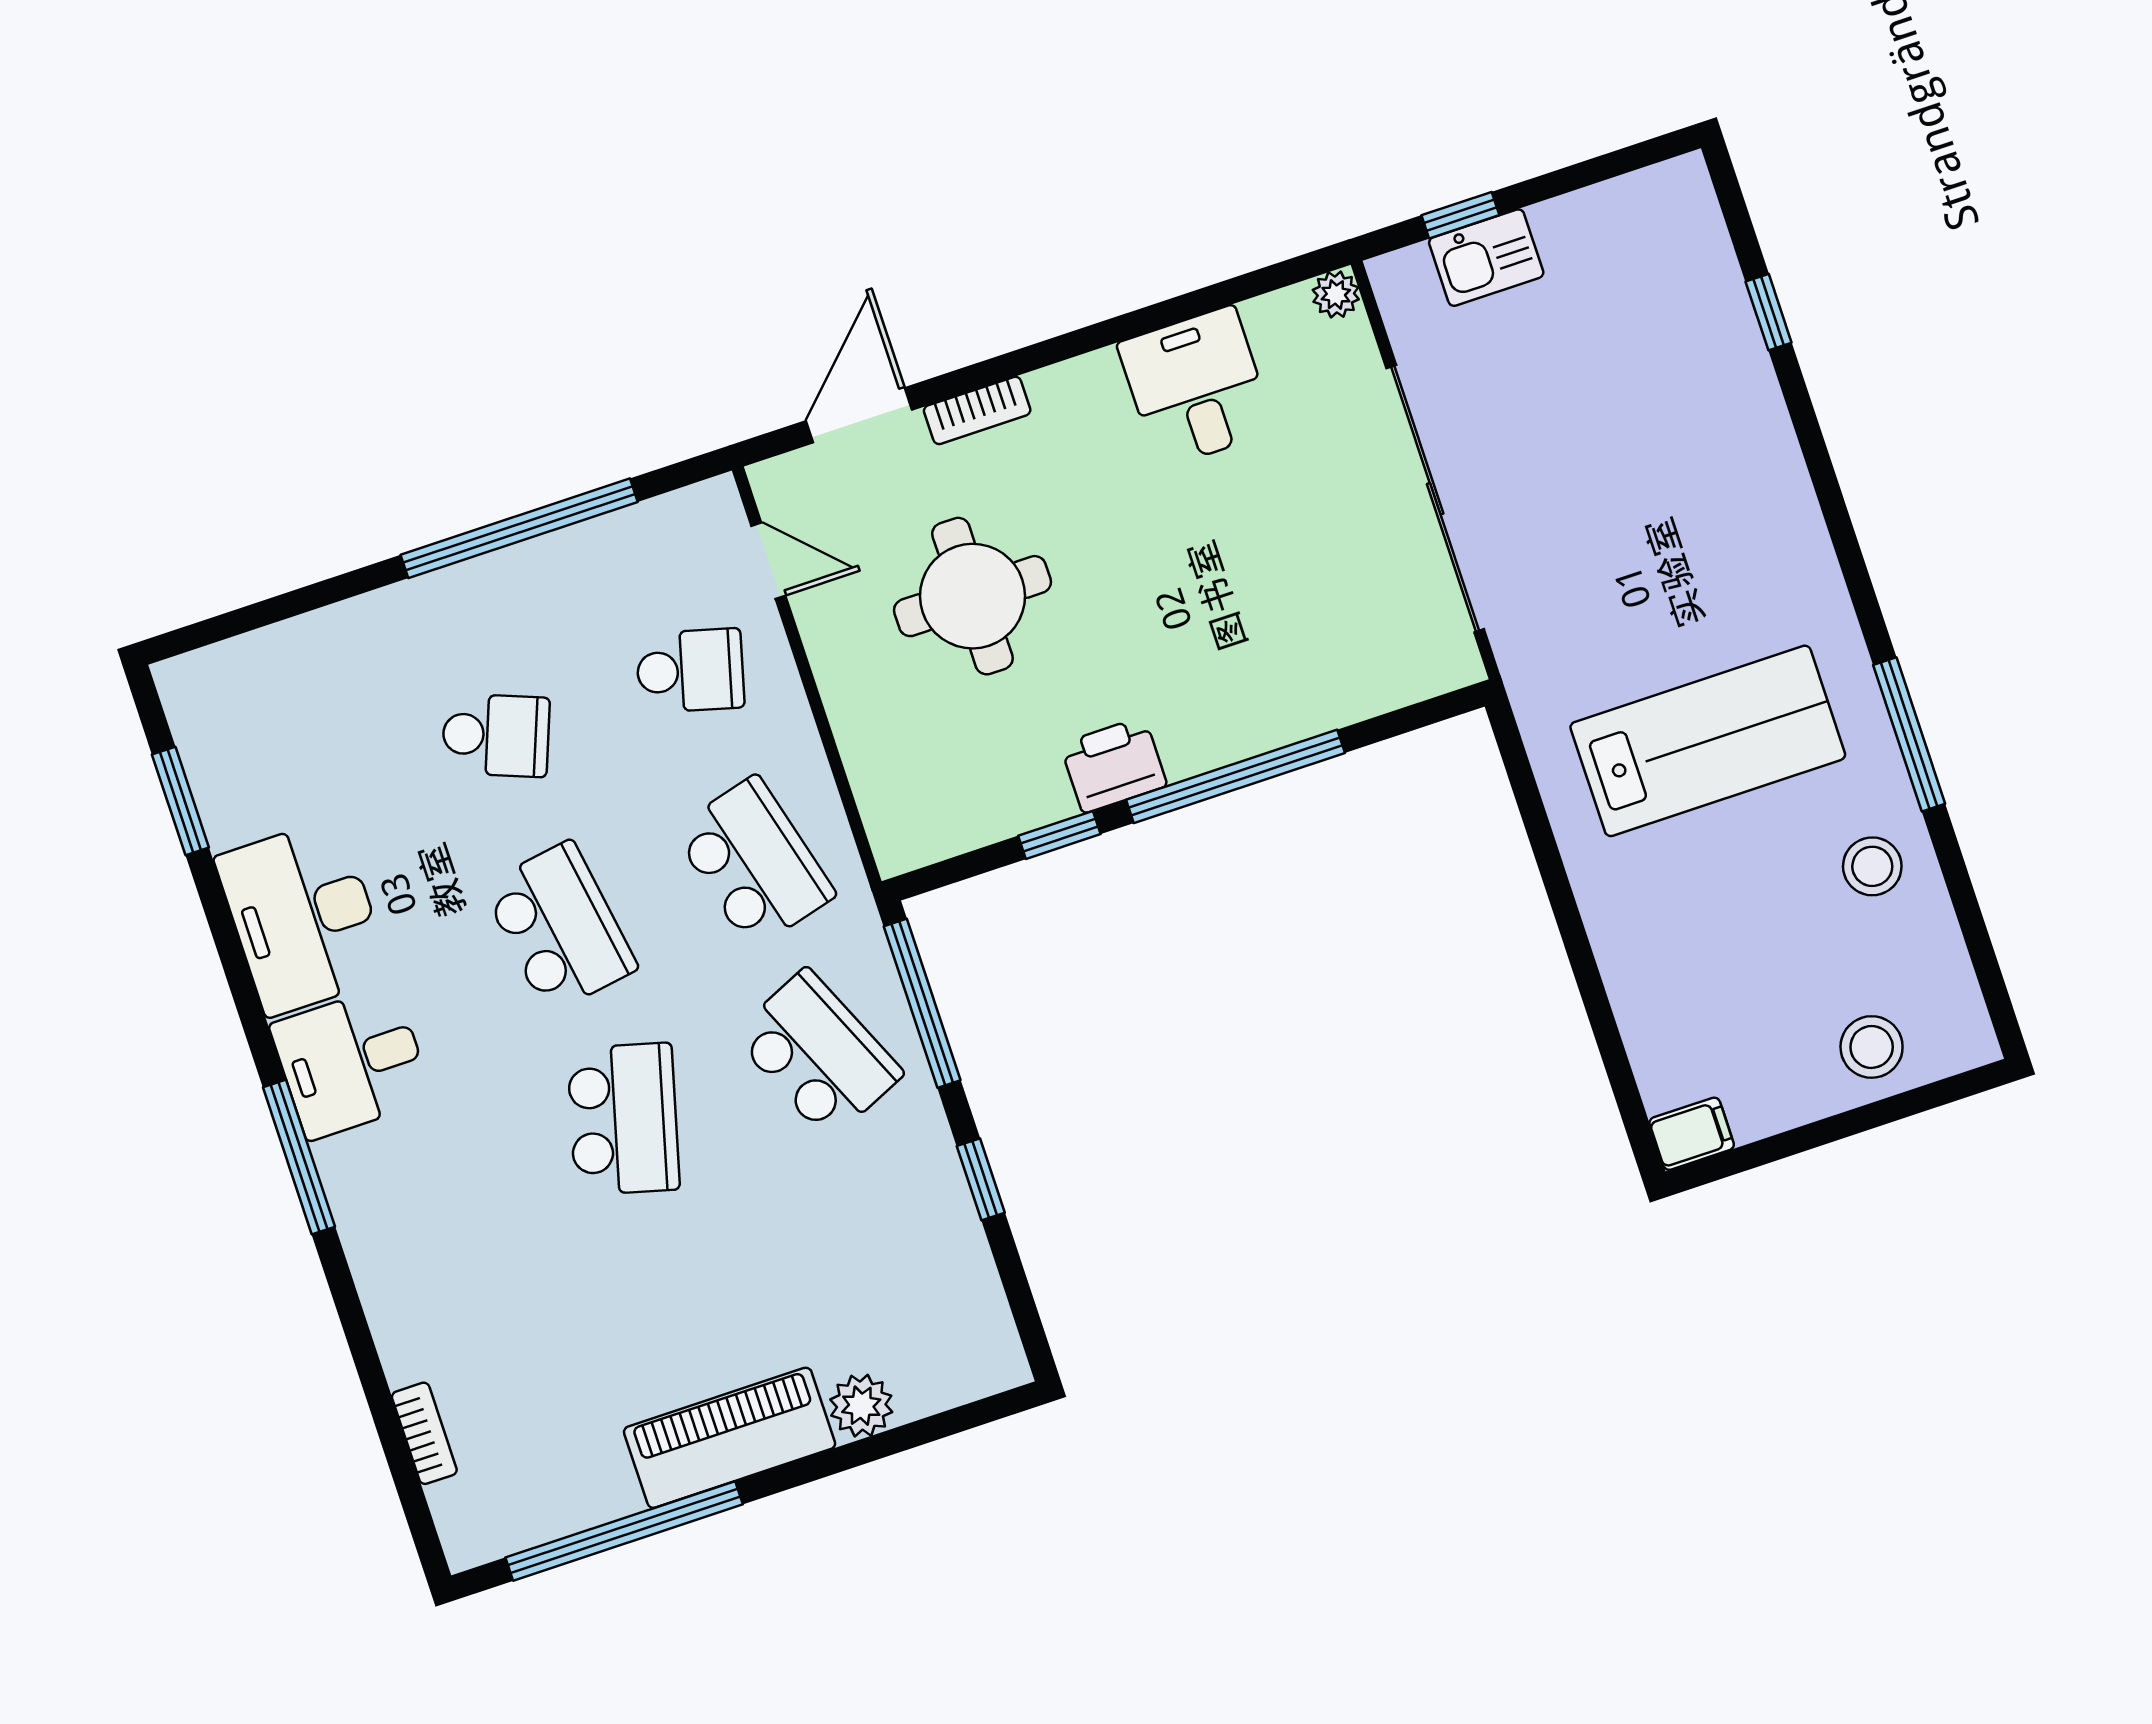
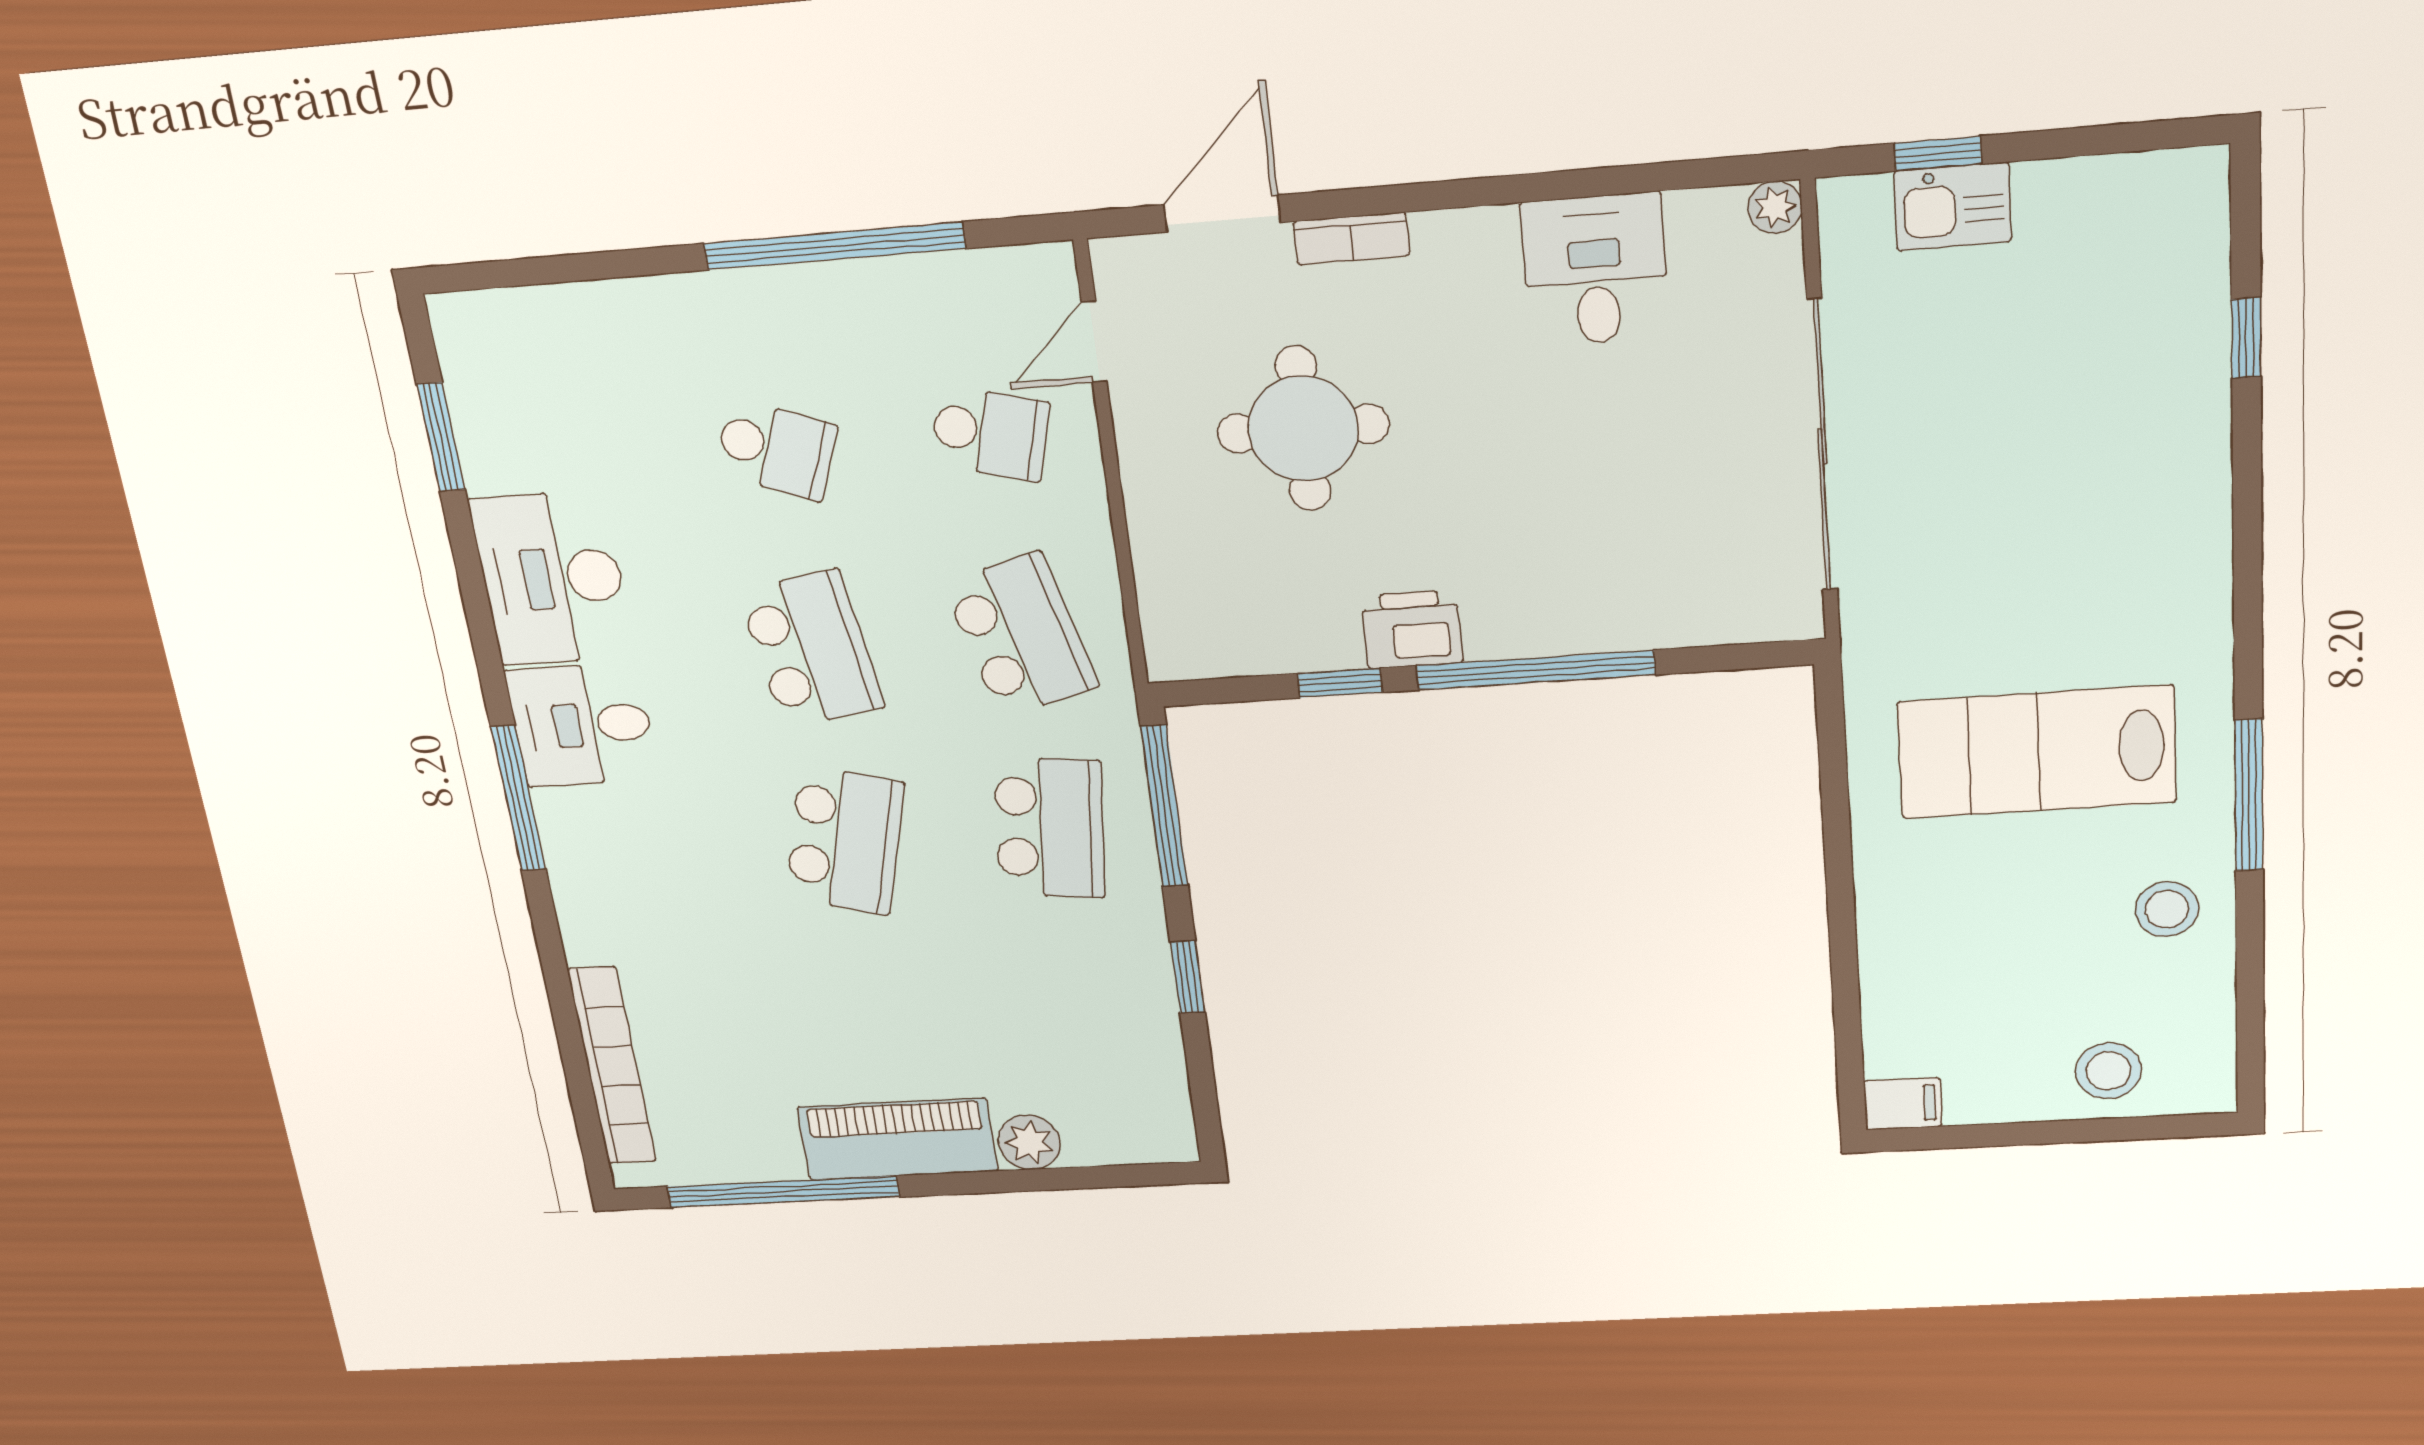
door: (768, 561) -> (1094, 342), swing flipped
lab bench: (1708, 741) -> (2037, 752), turned 180
school desk: (818, 1054) -> (1050, 828), turned 30
bookcase: (424, 1433) -> (612, 1066), width x2.31, depth x1.31

